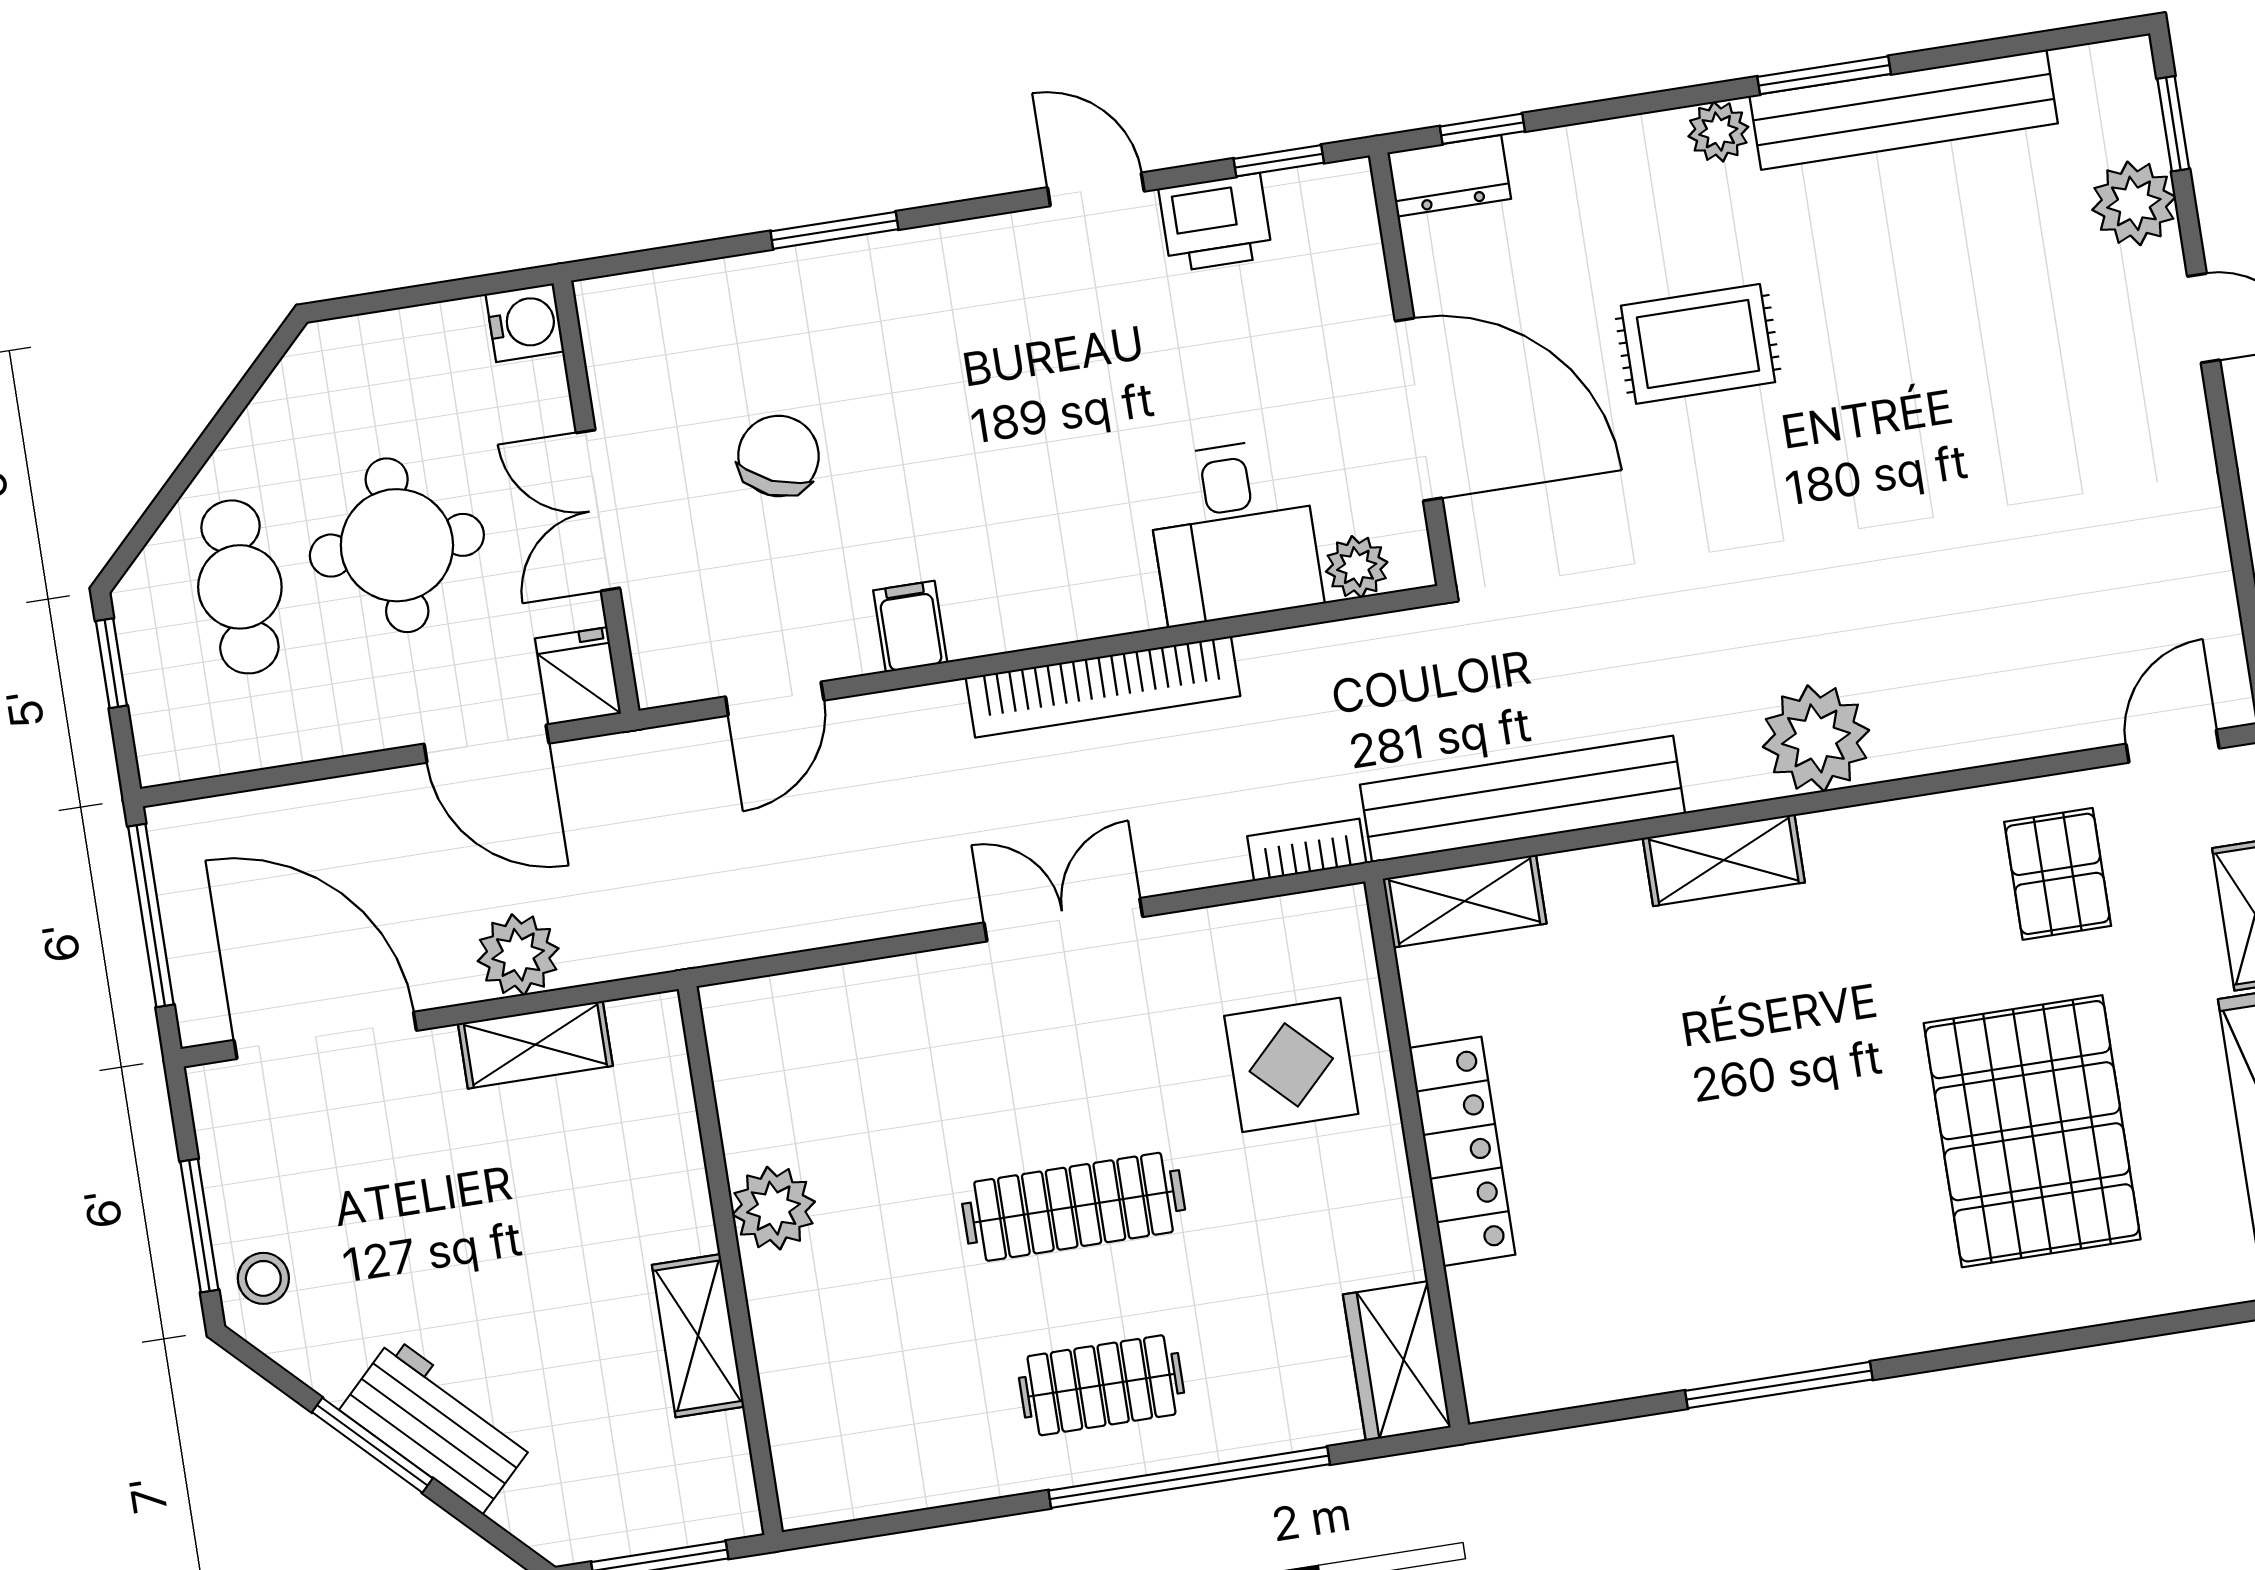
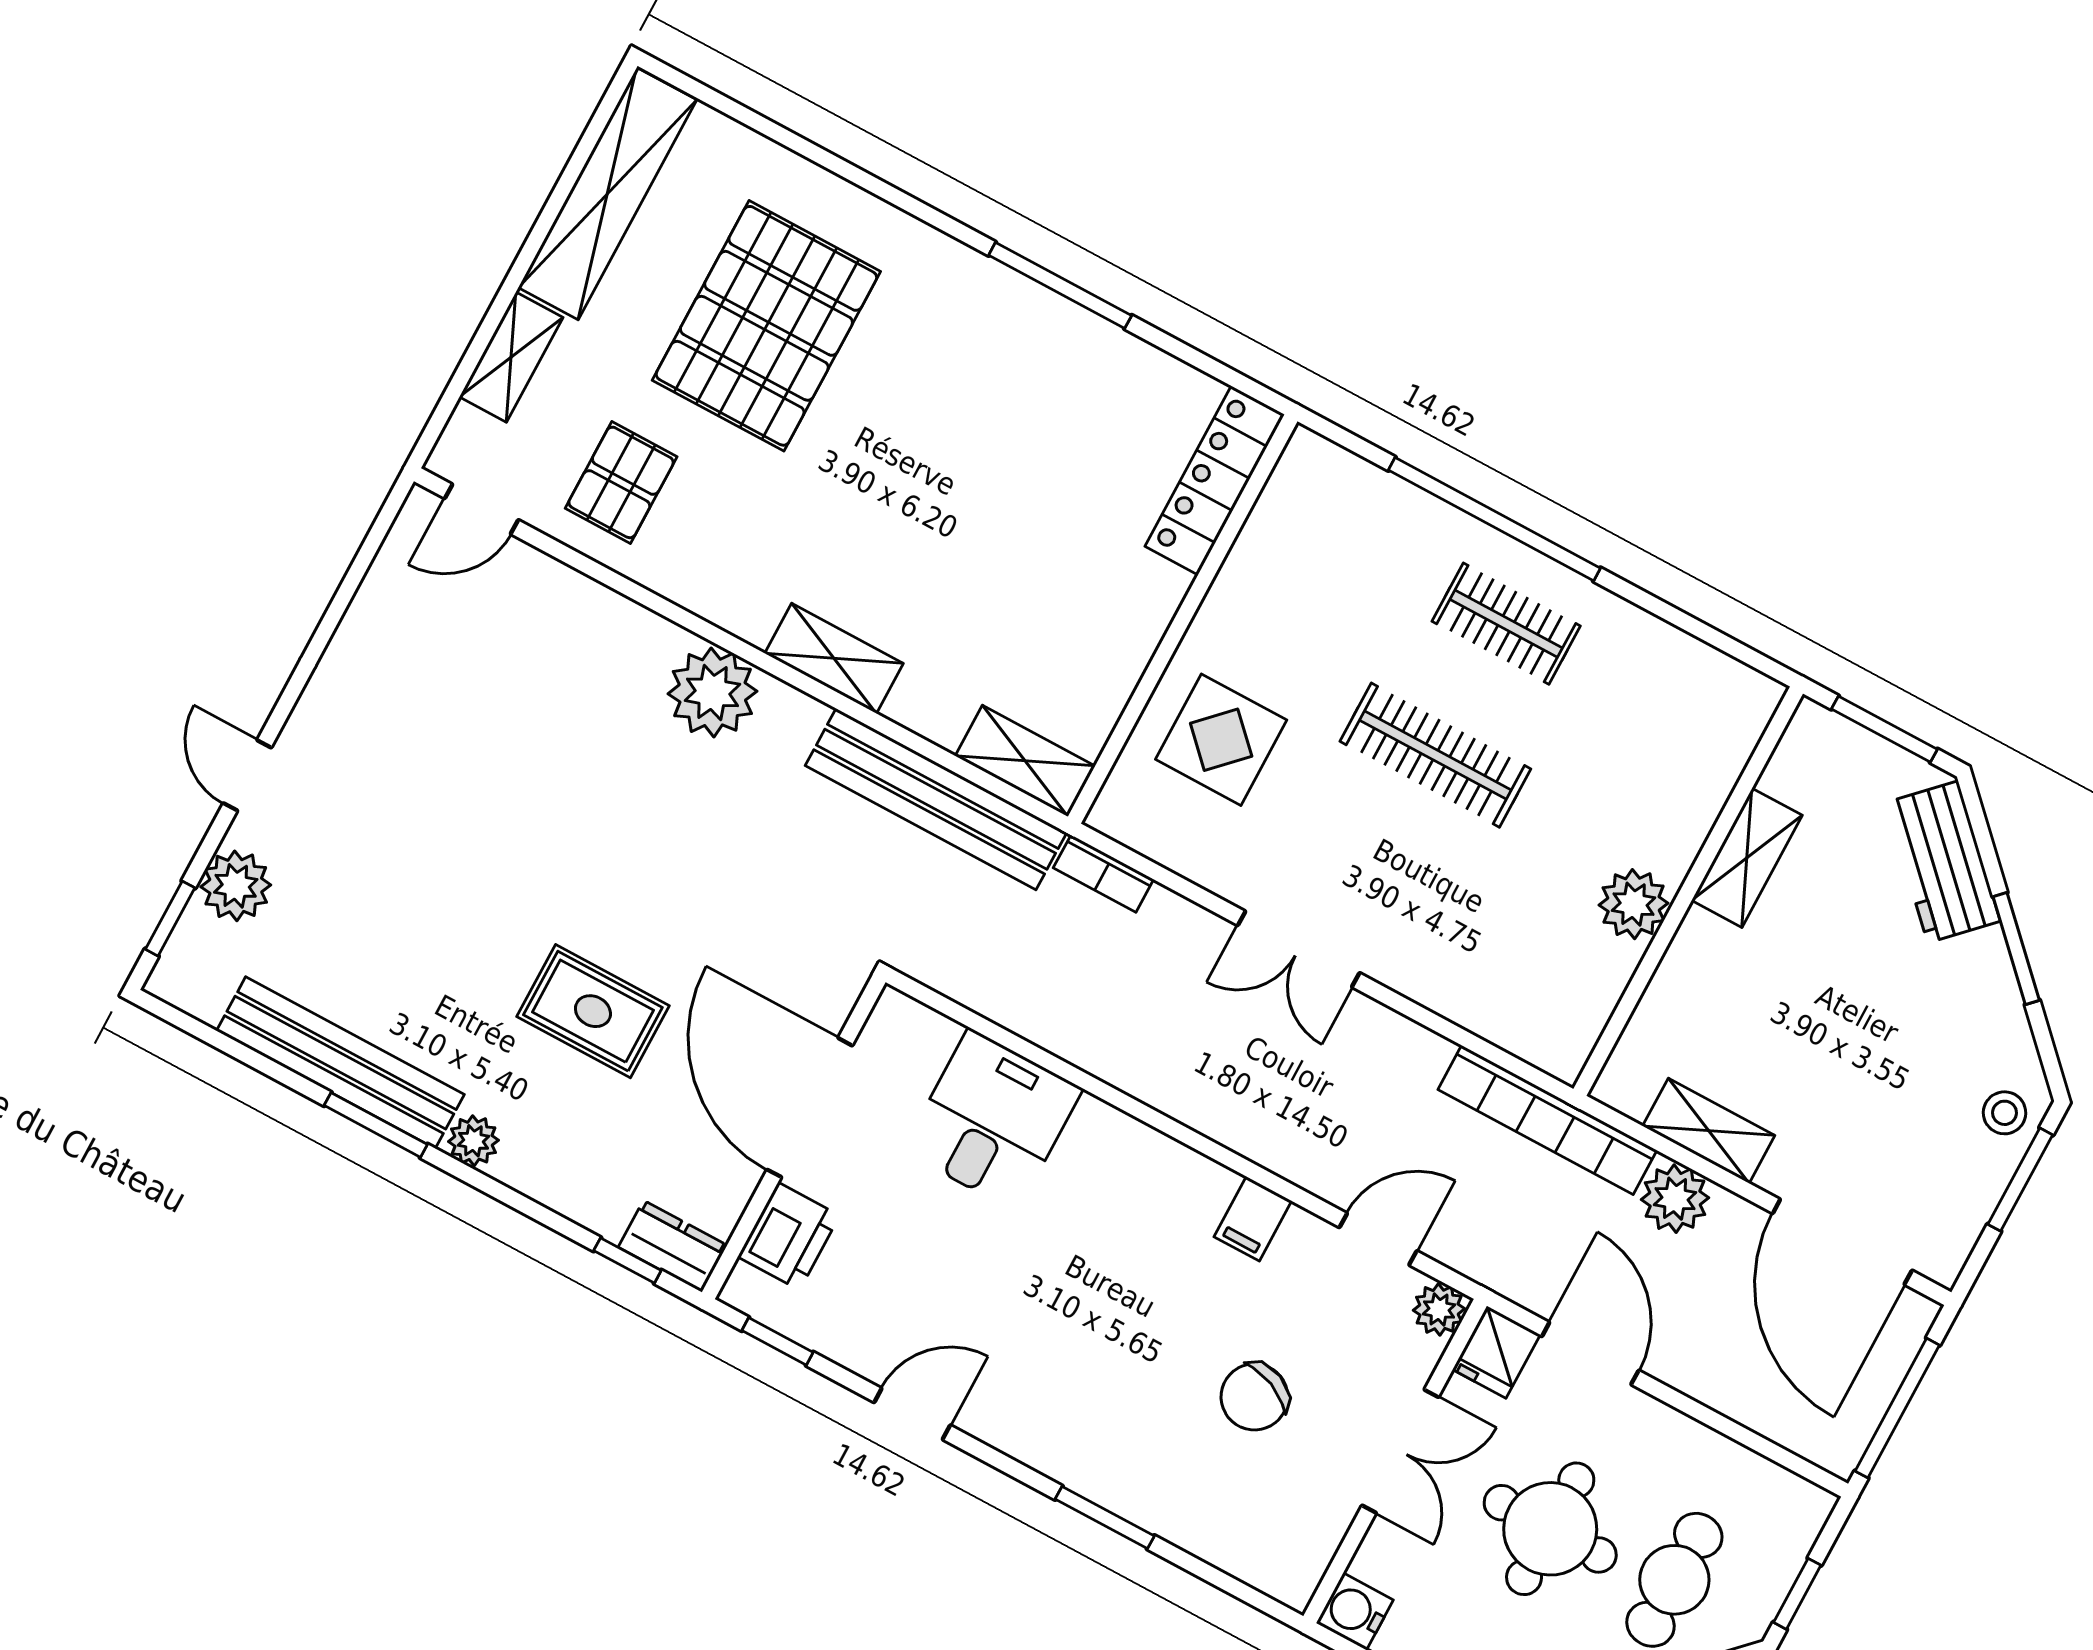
door: (1096, 189) -> (912, 1414), swing flipped
printer: (1215, 223) -> (789, 1236), moved, turned 90
plant: (1357, 567) -> (1439, 1309), moved
bookcase: (1103, 687) -> (1547, 1120), moved, turned 180
locker: (1462, 1151) -> (1215, 480), moved
wardrobe: (1397, 1361) -> (1300, 492), removed
workbench: (438, 1425) -> (1943, 862), moved

